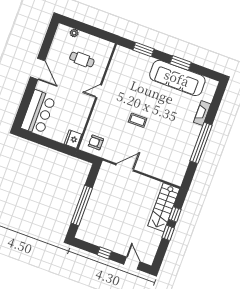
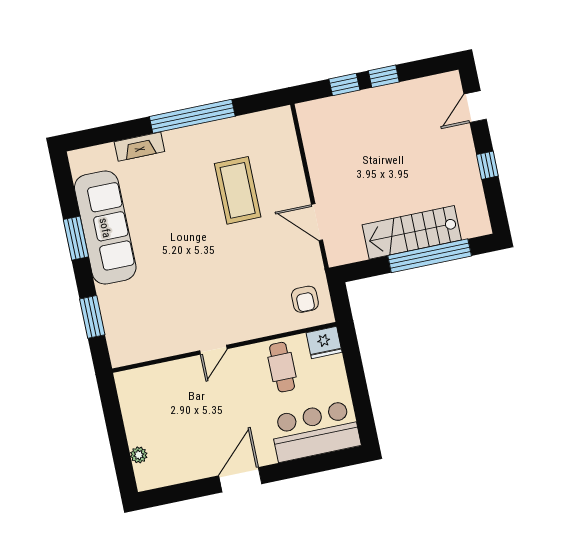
cafe table: (82, 59) -> (282, 367), moved
door: (99, 91) -> (213, 350), hinge flipped
coffee table: (138, 120) -> (238, 190), moved, width x1.86, depth x1.72
stairs: (164, 207) -> (412, 232), moved, turned 180

